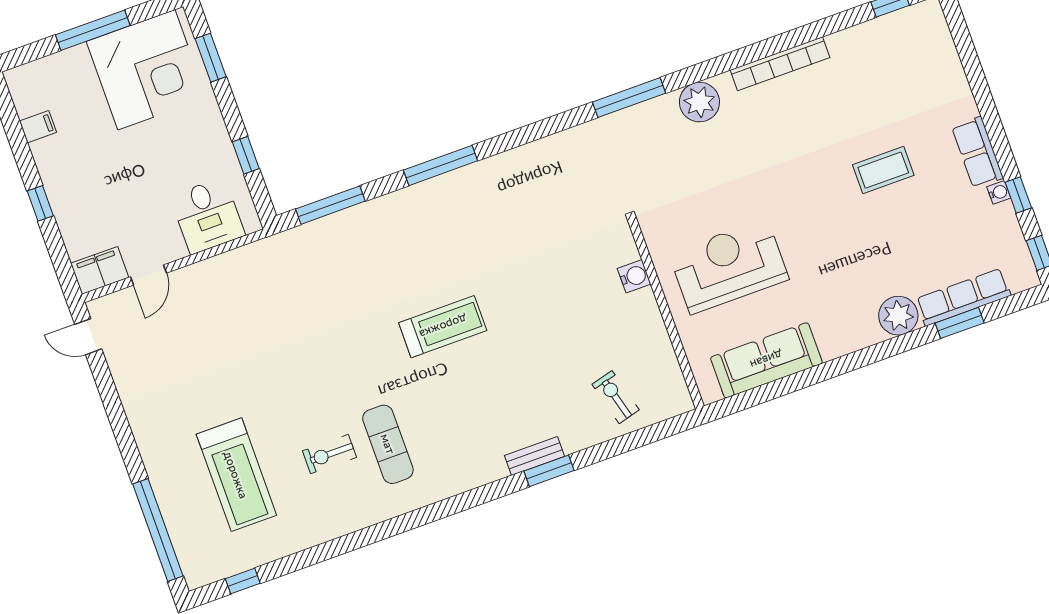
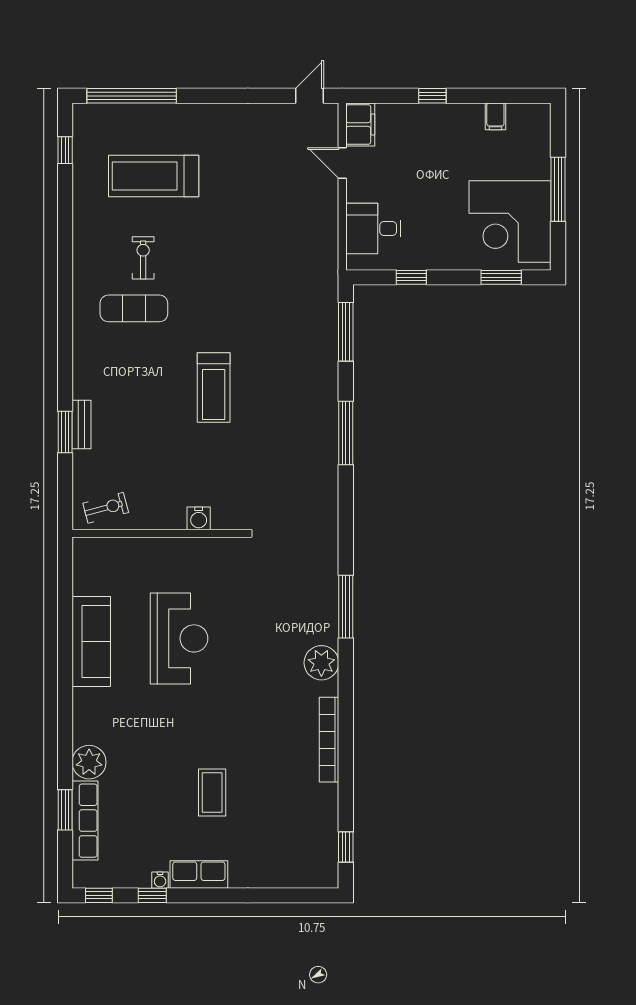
water cooler: (634, 276) -> (199, 518), moved
wall: (666, 314) -> (158, 533), moved

